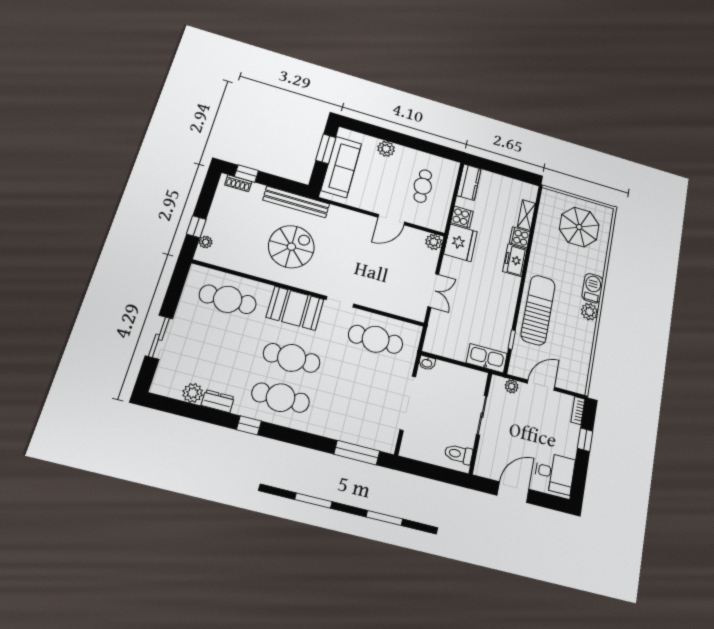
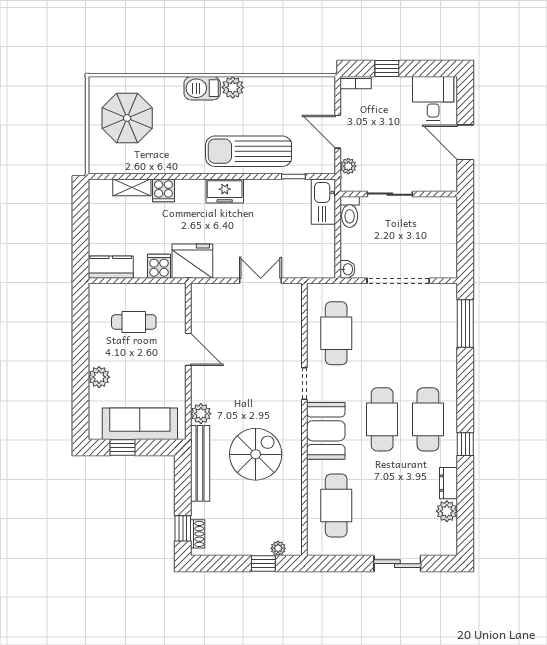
window: (326, 149) -> (122, 448), width x0.67
plant: (434, 242) -> (201, 414), moved
spiral stairs: (291, 247) -> (256, 454), turned 90
freezer: (515, 260) -> (225, 191), moved
toilet: (459, 454) -> (350, 212), moved

